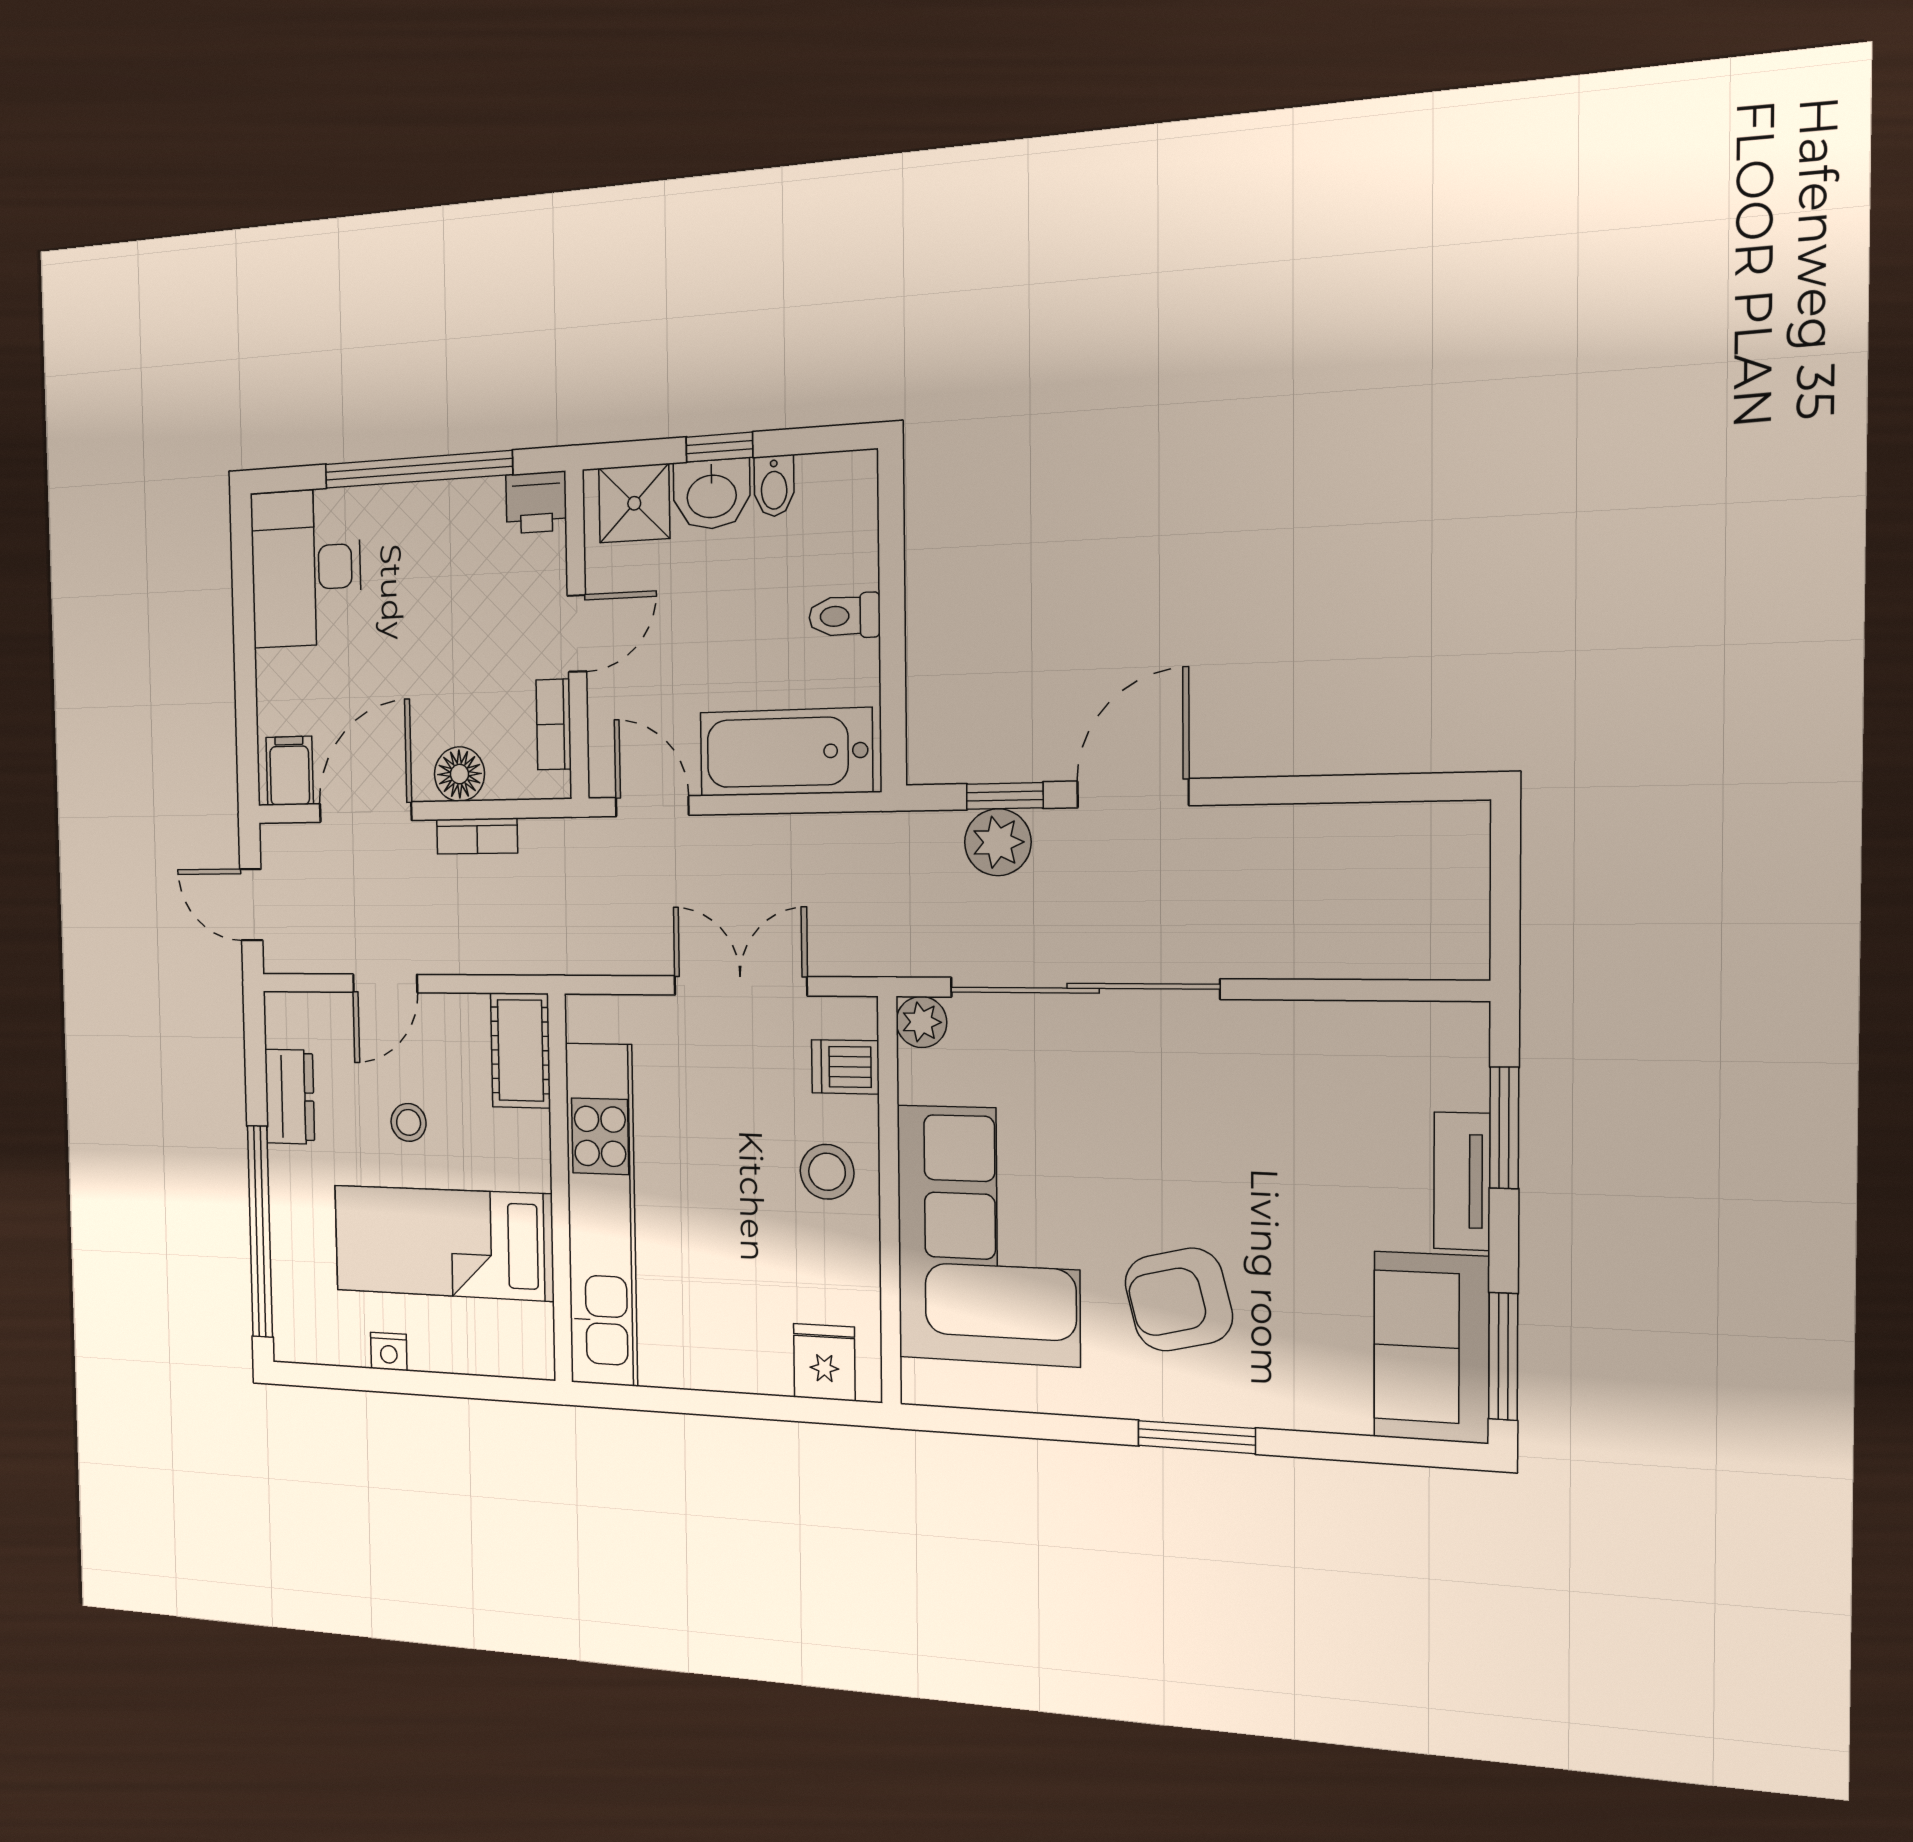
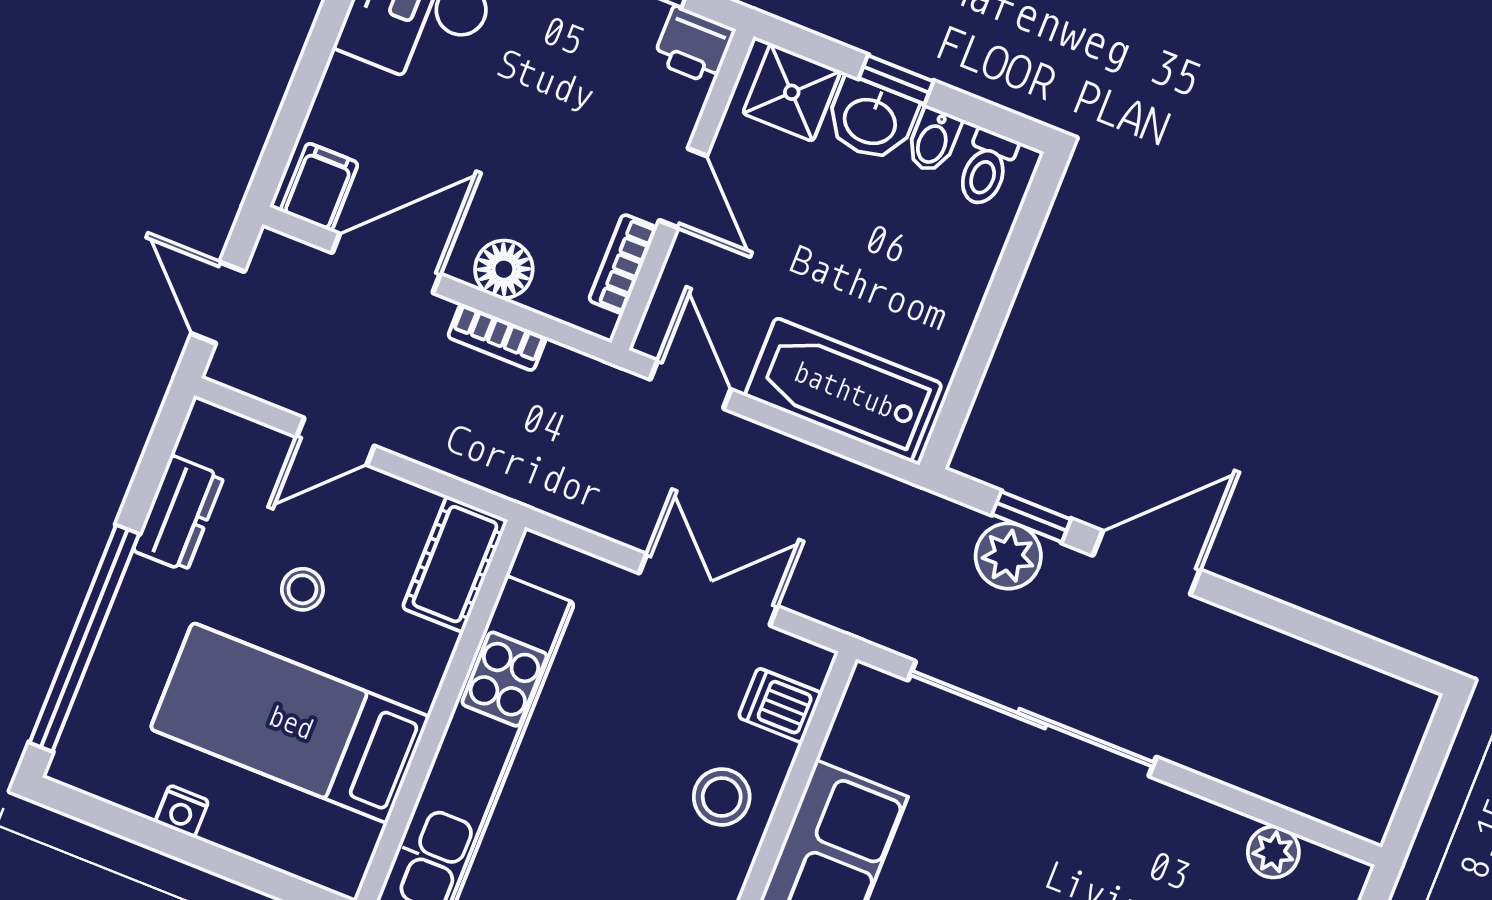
toilet: (844, 616) -> (986, 168), moved, turned -90
door: (577, 634) -> (683, 188), hinge flipped
plant: (921, 1022) -> (1273, 852), moved

